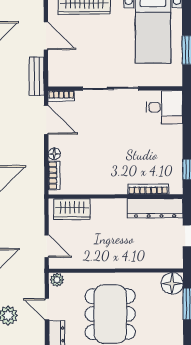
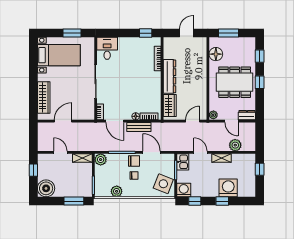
bench: (37, 76) -> (139, 127), moved
door: (46, 120) -> (115, 121), swing flipped
dresser: (155, 208) -> (169, 76), moved
floor lamp: (172, 283) -> (216, 54), moved
door: (47, 309) -> (231, 121), hinge flipped

